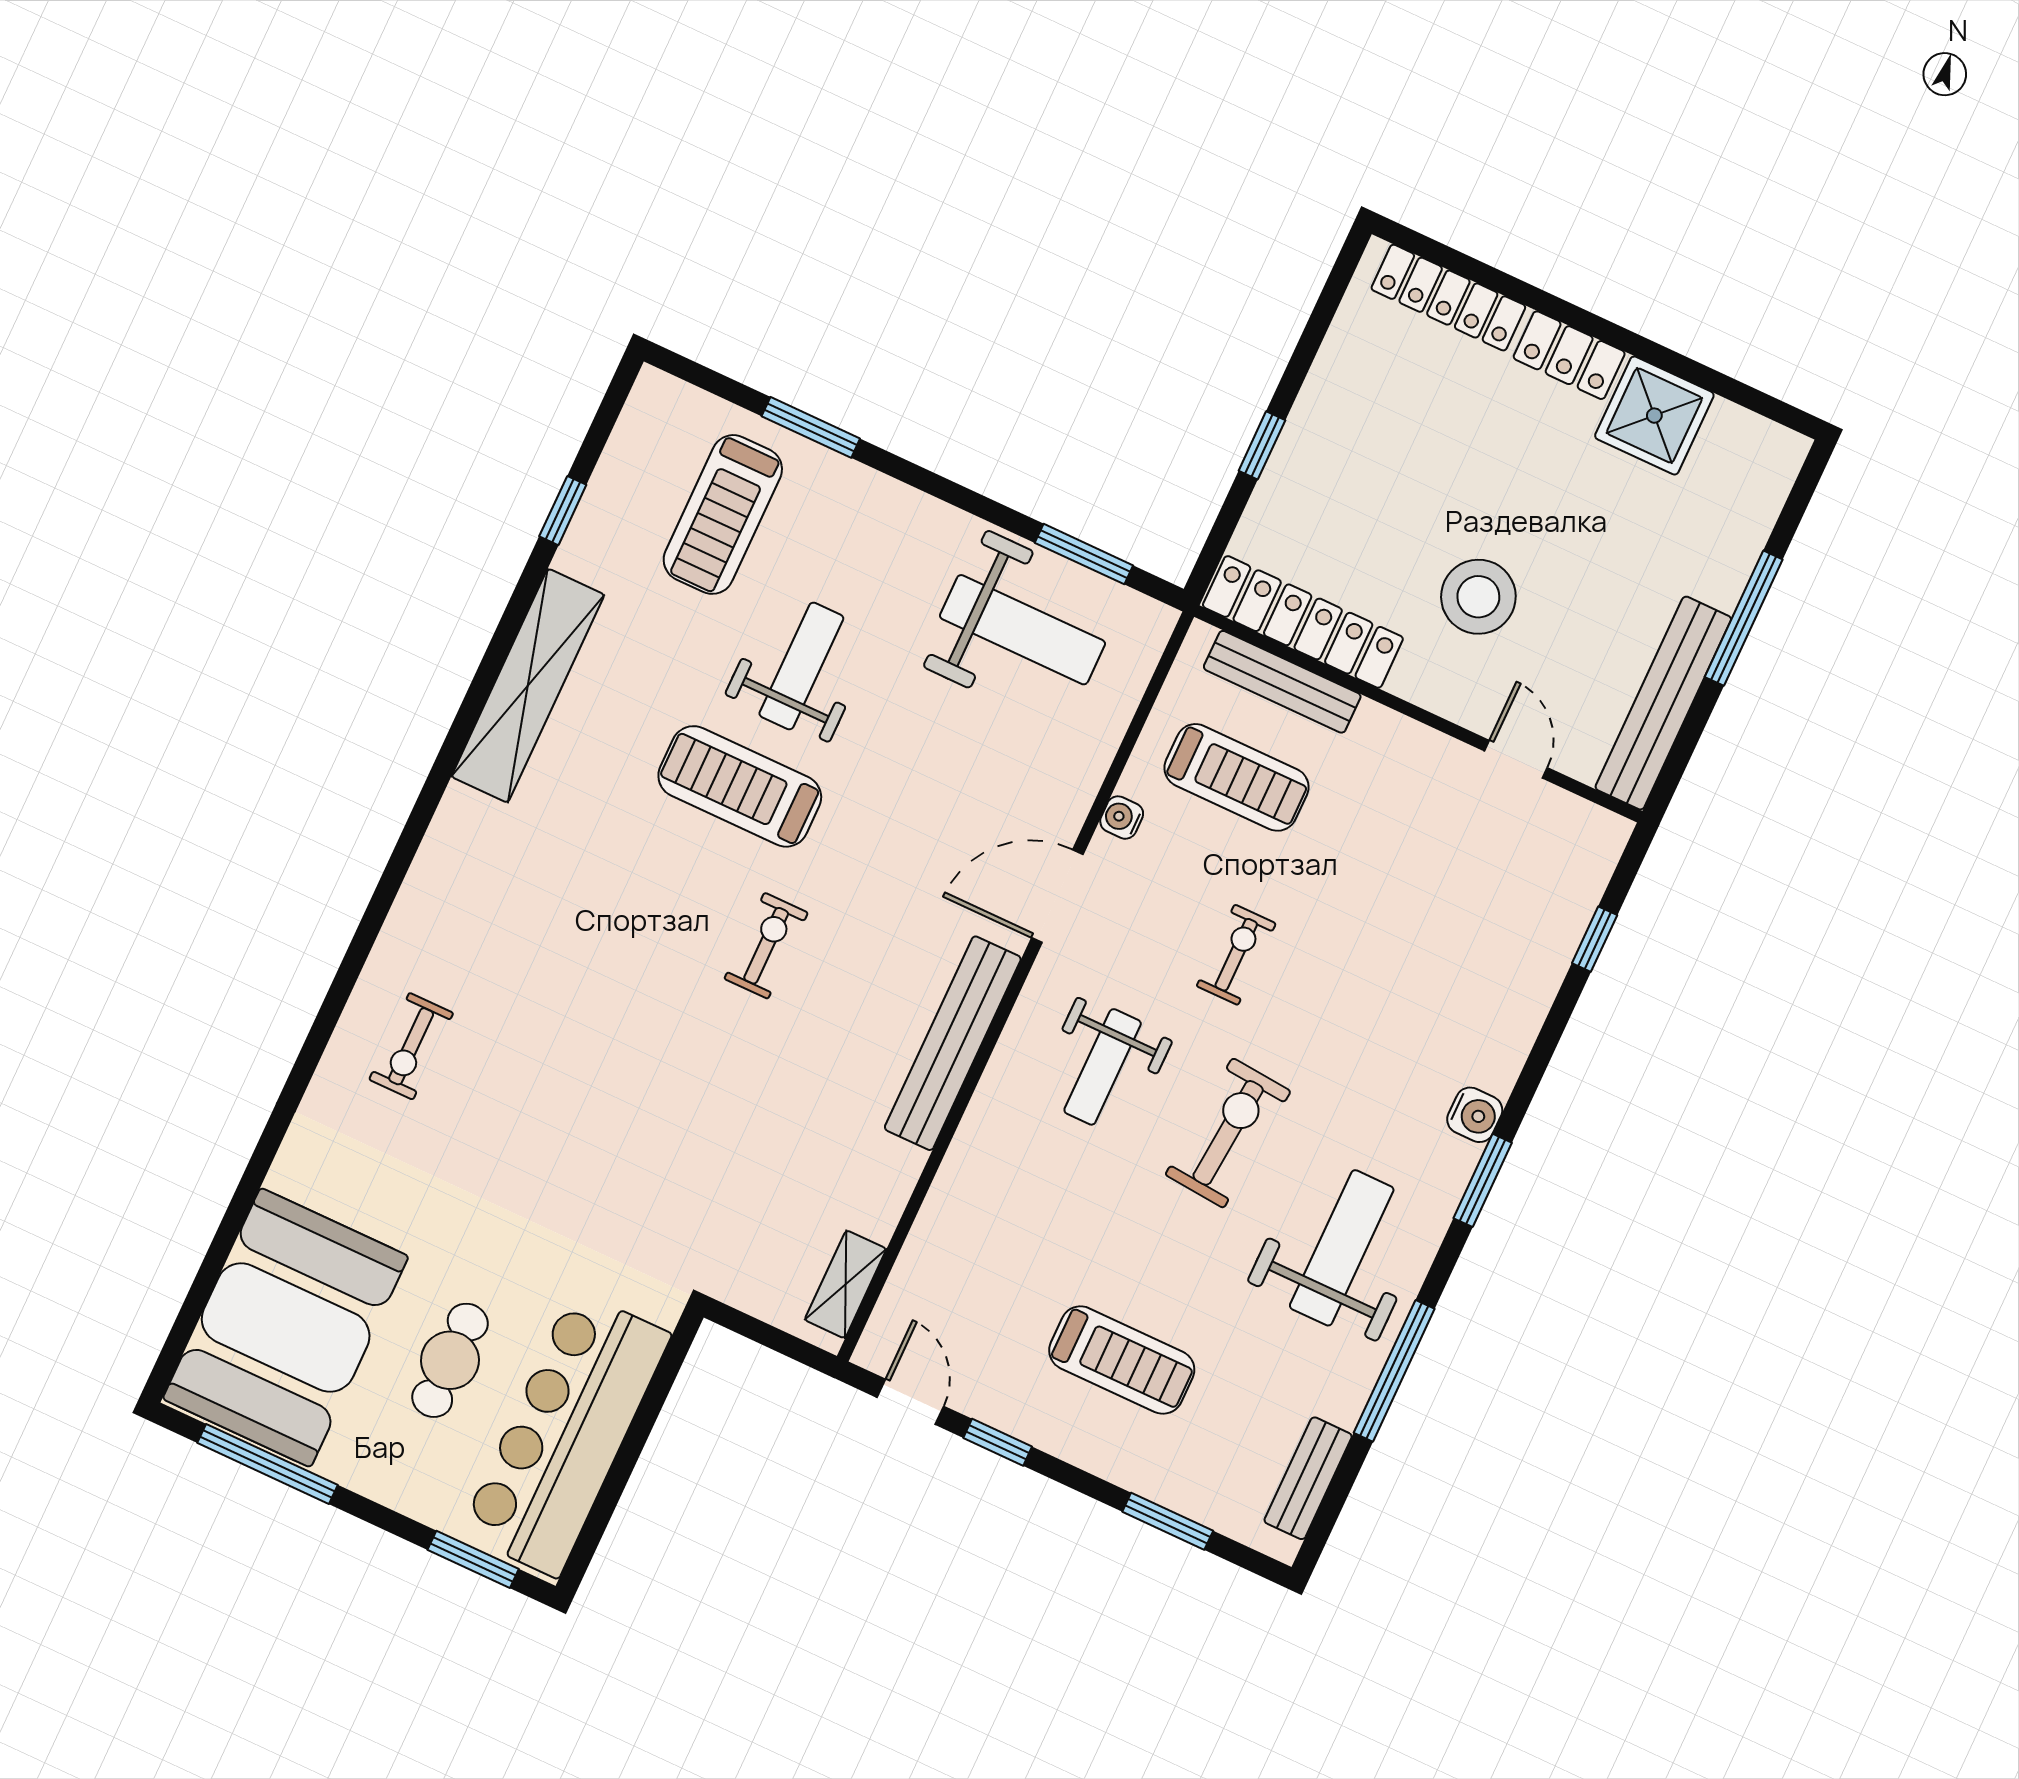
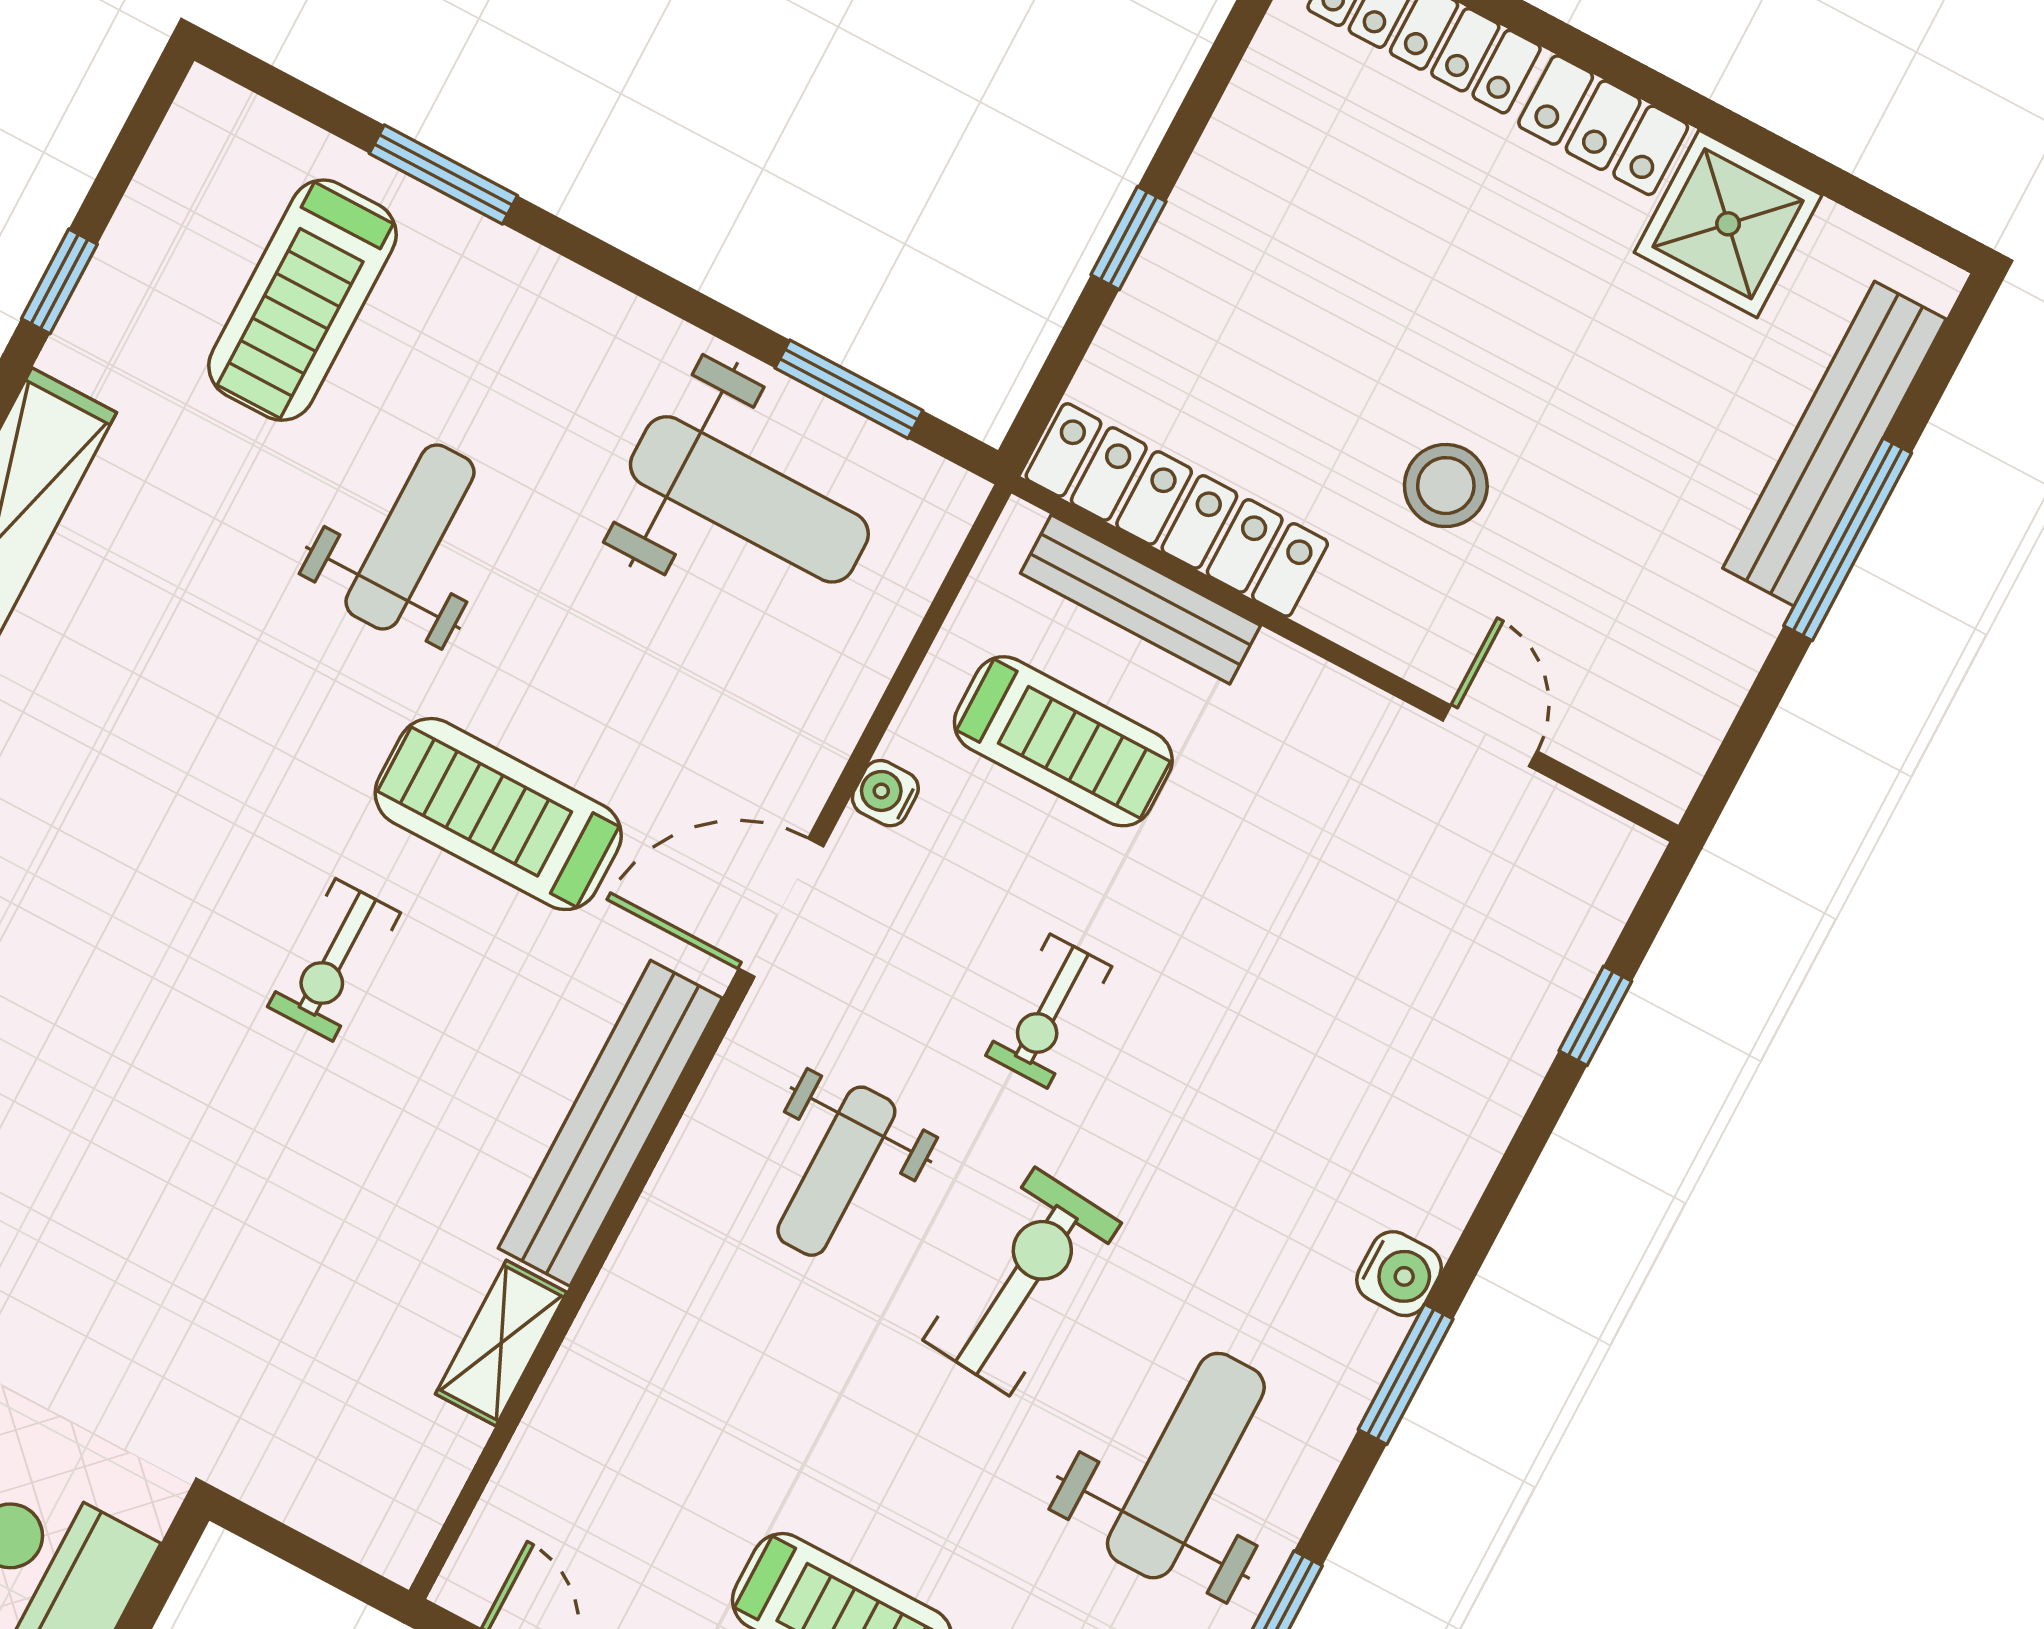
stool: (1478, 597) -> (1446, 486), width x0.73, depth x0.73
bench: (1663, 703) -> (1834, 444), moved
treadmill: (740, 786) -> (498, 814), moved
exercise bike: (766, 946) -> (334, 960), turned 180
exercise bike: (1236, 955) -> (1049, 1011), turned 180
shelving: (846, 1284) -> (501, 1343), moved

